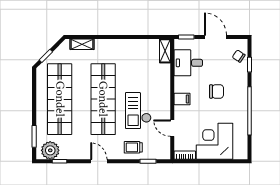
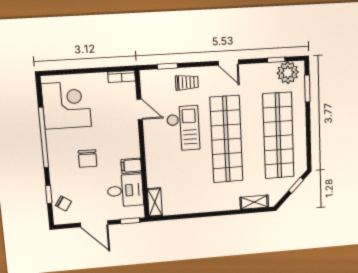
chair: (217, 91) -> (88, 159), turned -90
filing cabinet: (182, 99) -> (131, 166), moved
corner desk: (215, 141) -> (66, 105), moved, turned -90

